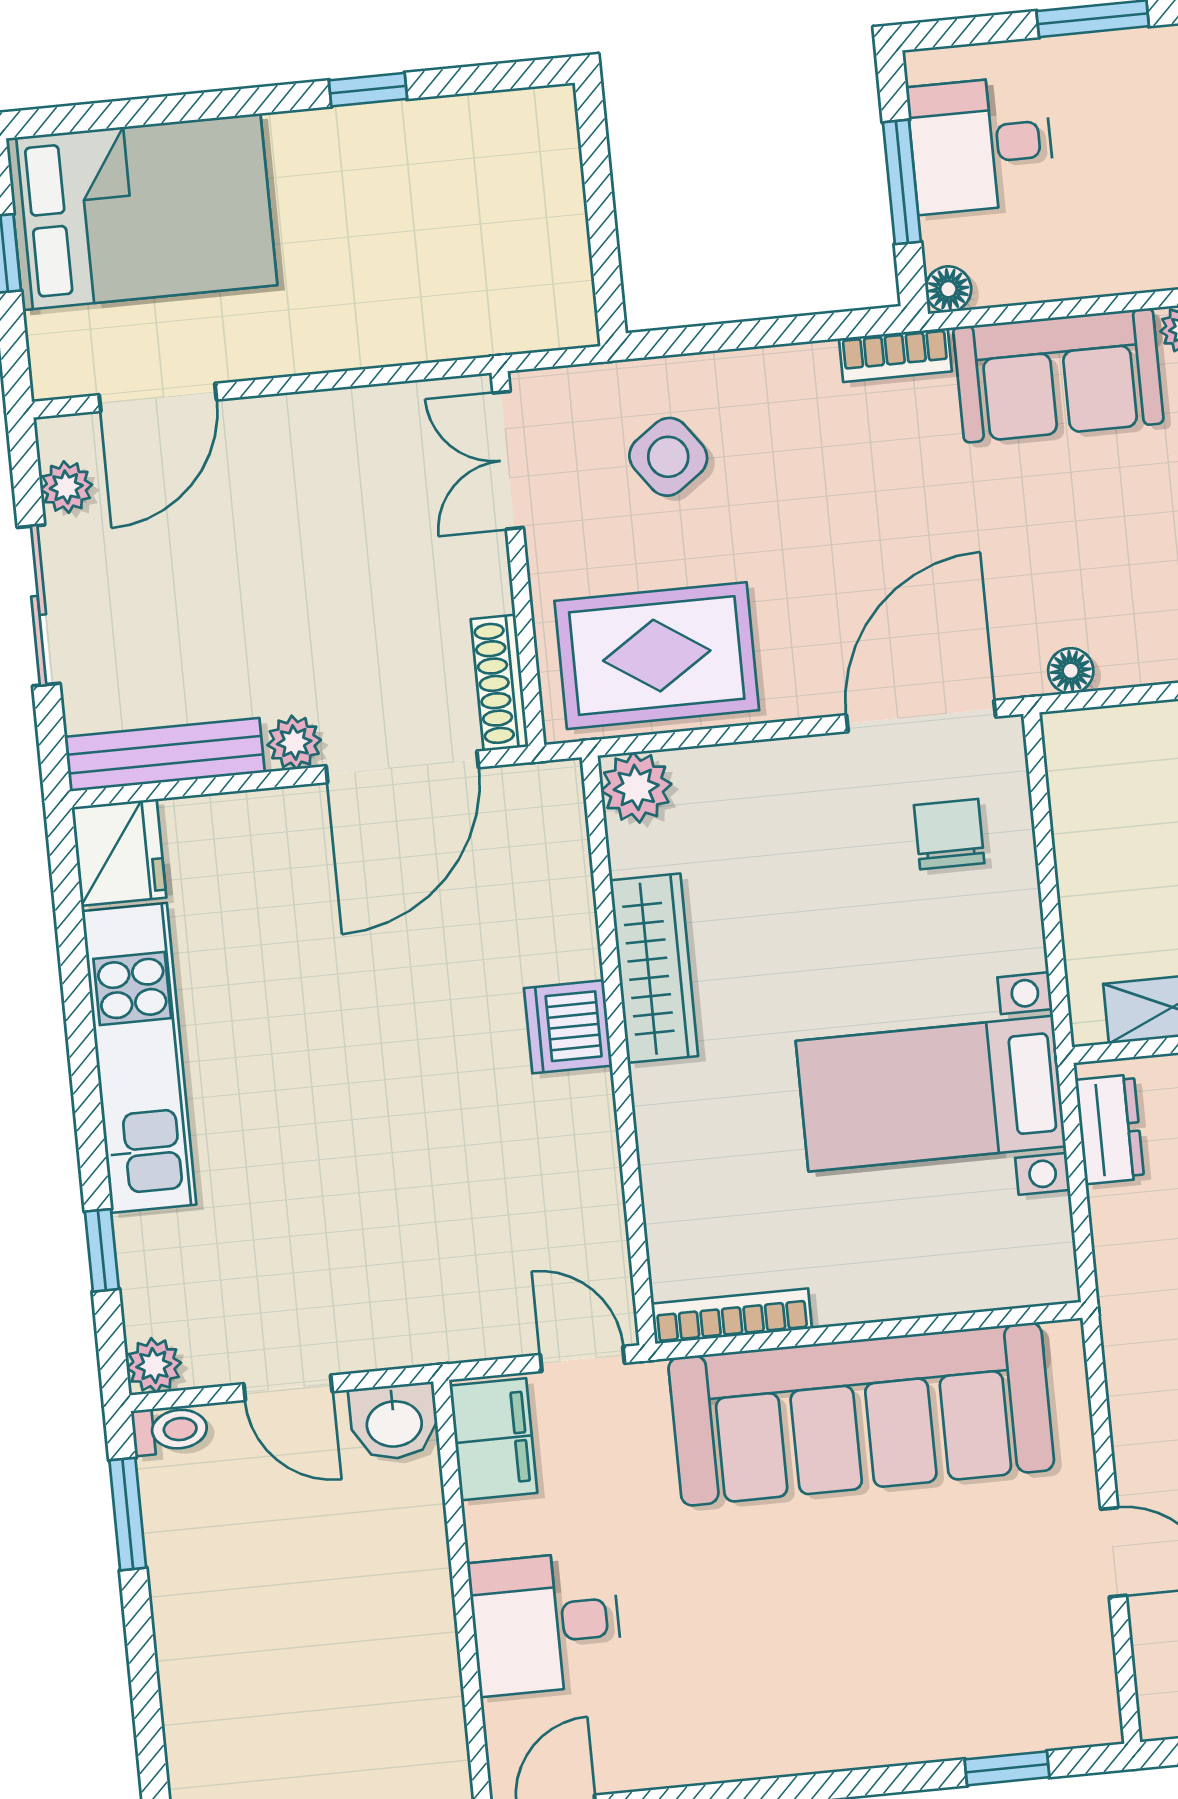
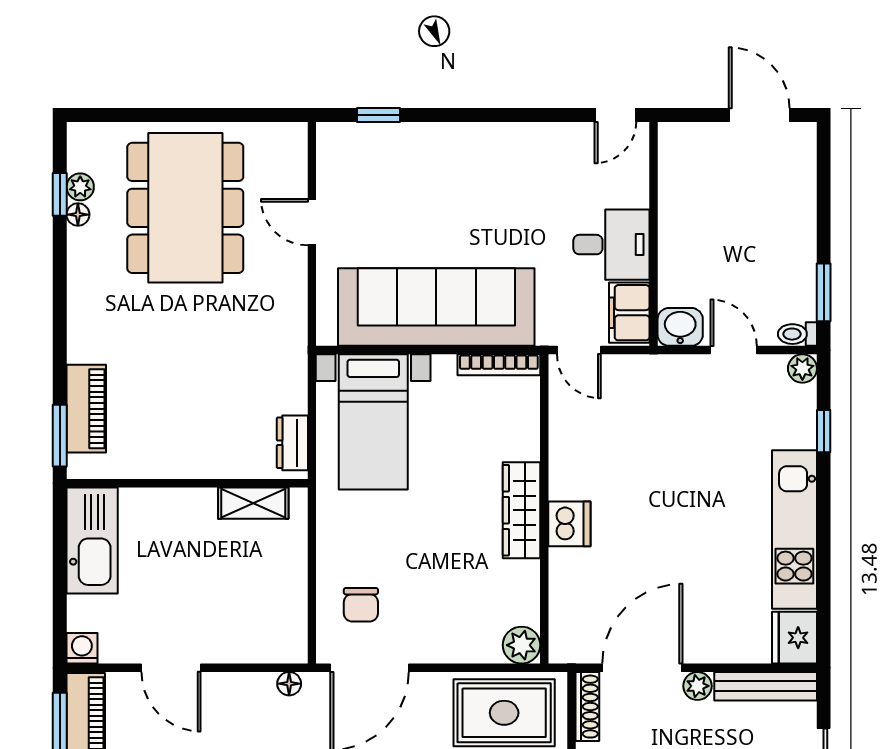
wardrobe: (654, 968) -> (522, 510), moved
bed with nightstands: (931, 1094) -> (373, 422), moved, turned 90
desk: (546, 1623) -> (611, 245), moved

